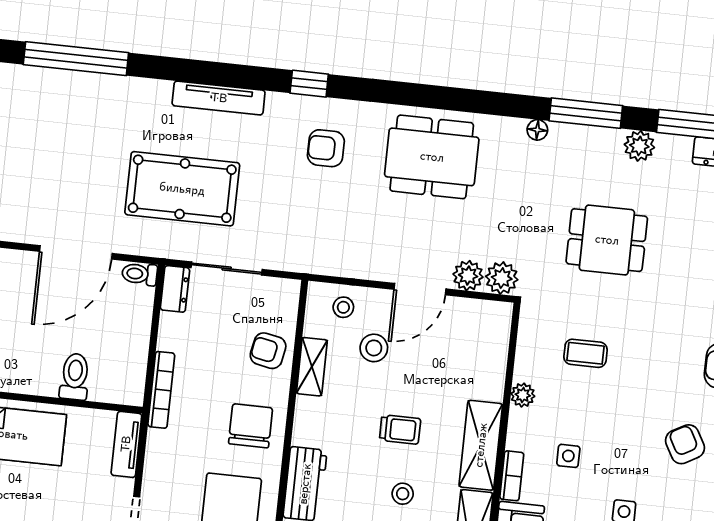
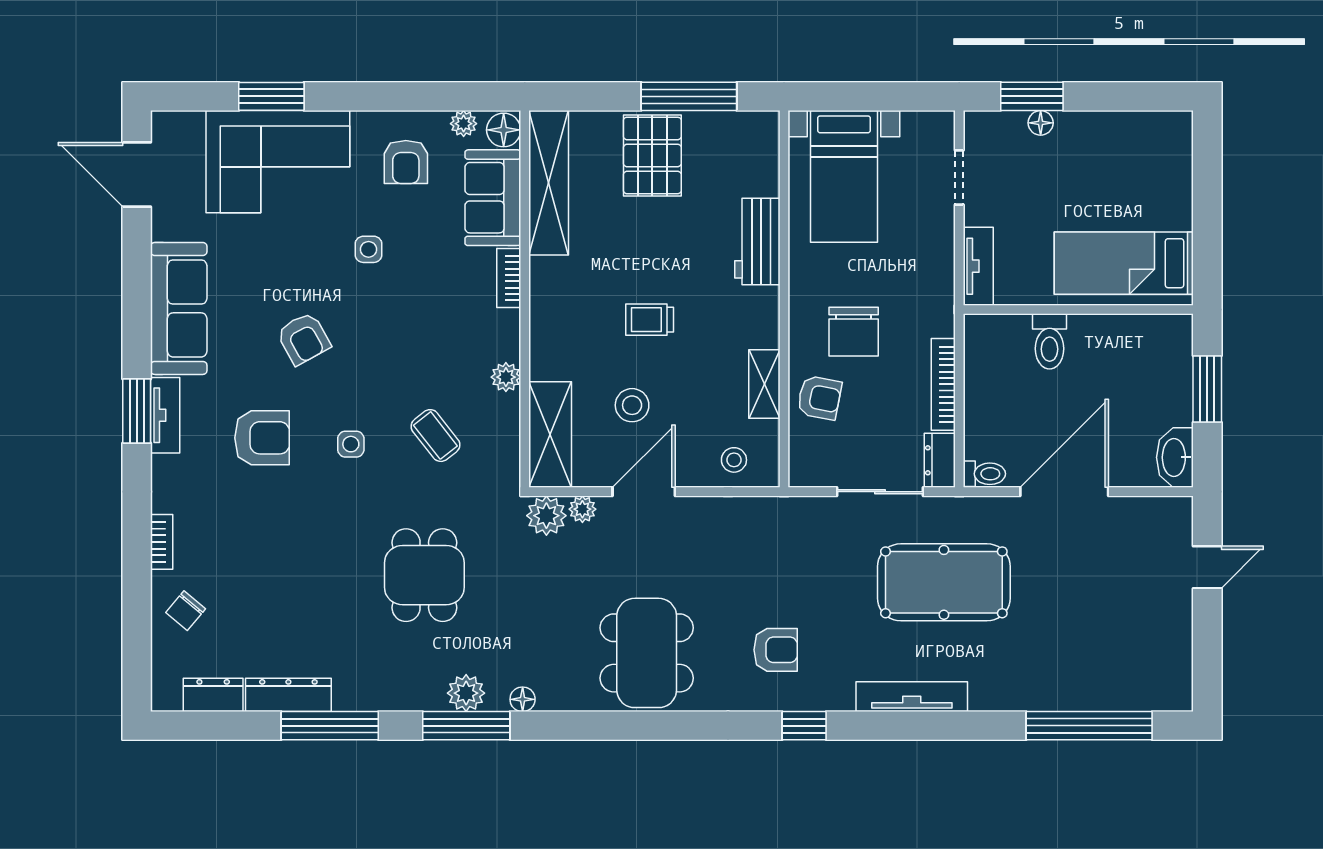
plant: (639, 146) -> (466, 693), moved
dining table: (432, 157) -> (647, 653), turned 90
dining table: (607, 240) -> (424, 575), turned 90
plant: (468, 276) -> (582, 509), width x0.73, depth x0.73
stool: (374, 348) -> (632, 405), moved
coffee table: (586, 353) -> (435, 436), turned 52
bookcase: (161, 390) -> (943, 384), moved
chair: (251, 426) -> (854, 332), moved
shelving: (481, 445) -> (550, 434), moved
side table: (568, 456) -> (351, 444), moved
stool: (403, 494) -> (638, 242), removed

